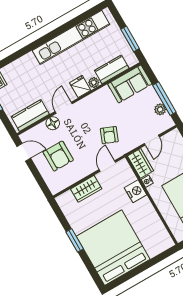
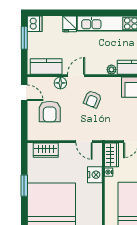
fridge: (80, 86) -> (70, 24), moved, turned 180
armchair: (109, 135) -> (93, 99), moved
door: (107, 166) -> (84, 142), swing flipped
wardrobe: (86, 189) -> (46, 150), moved

